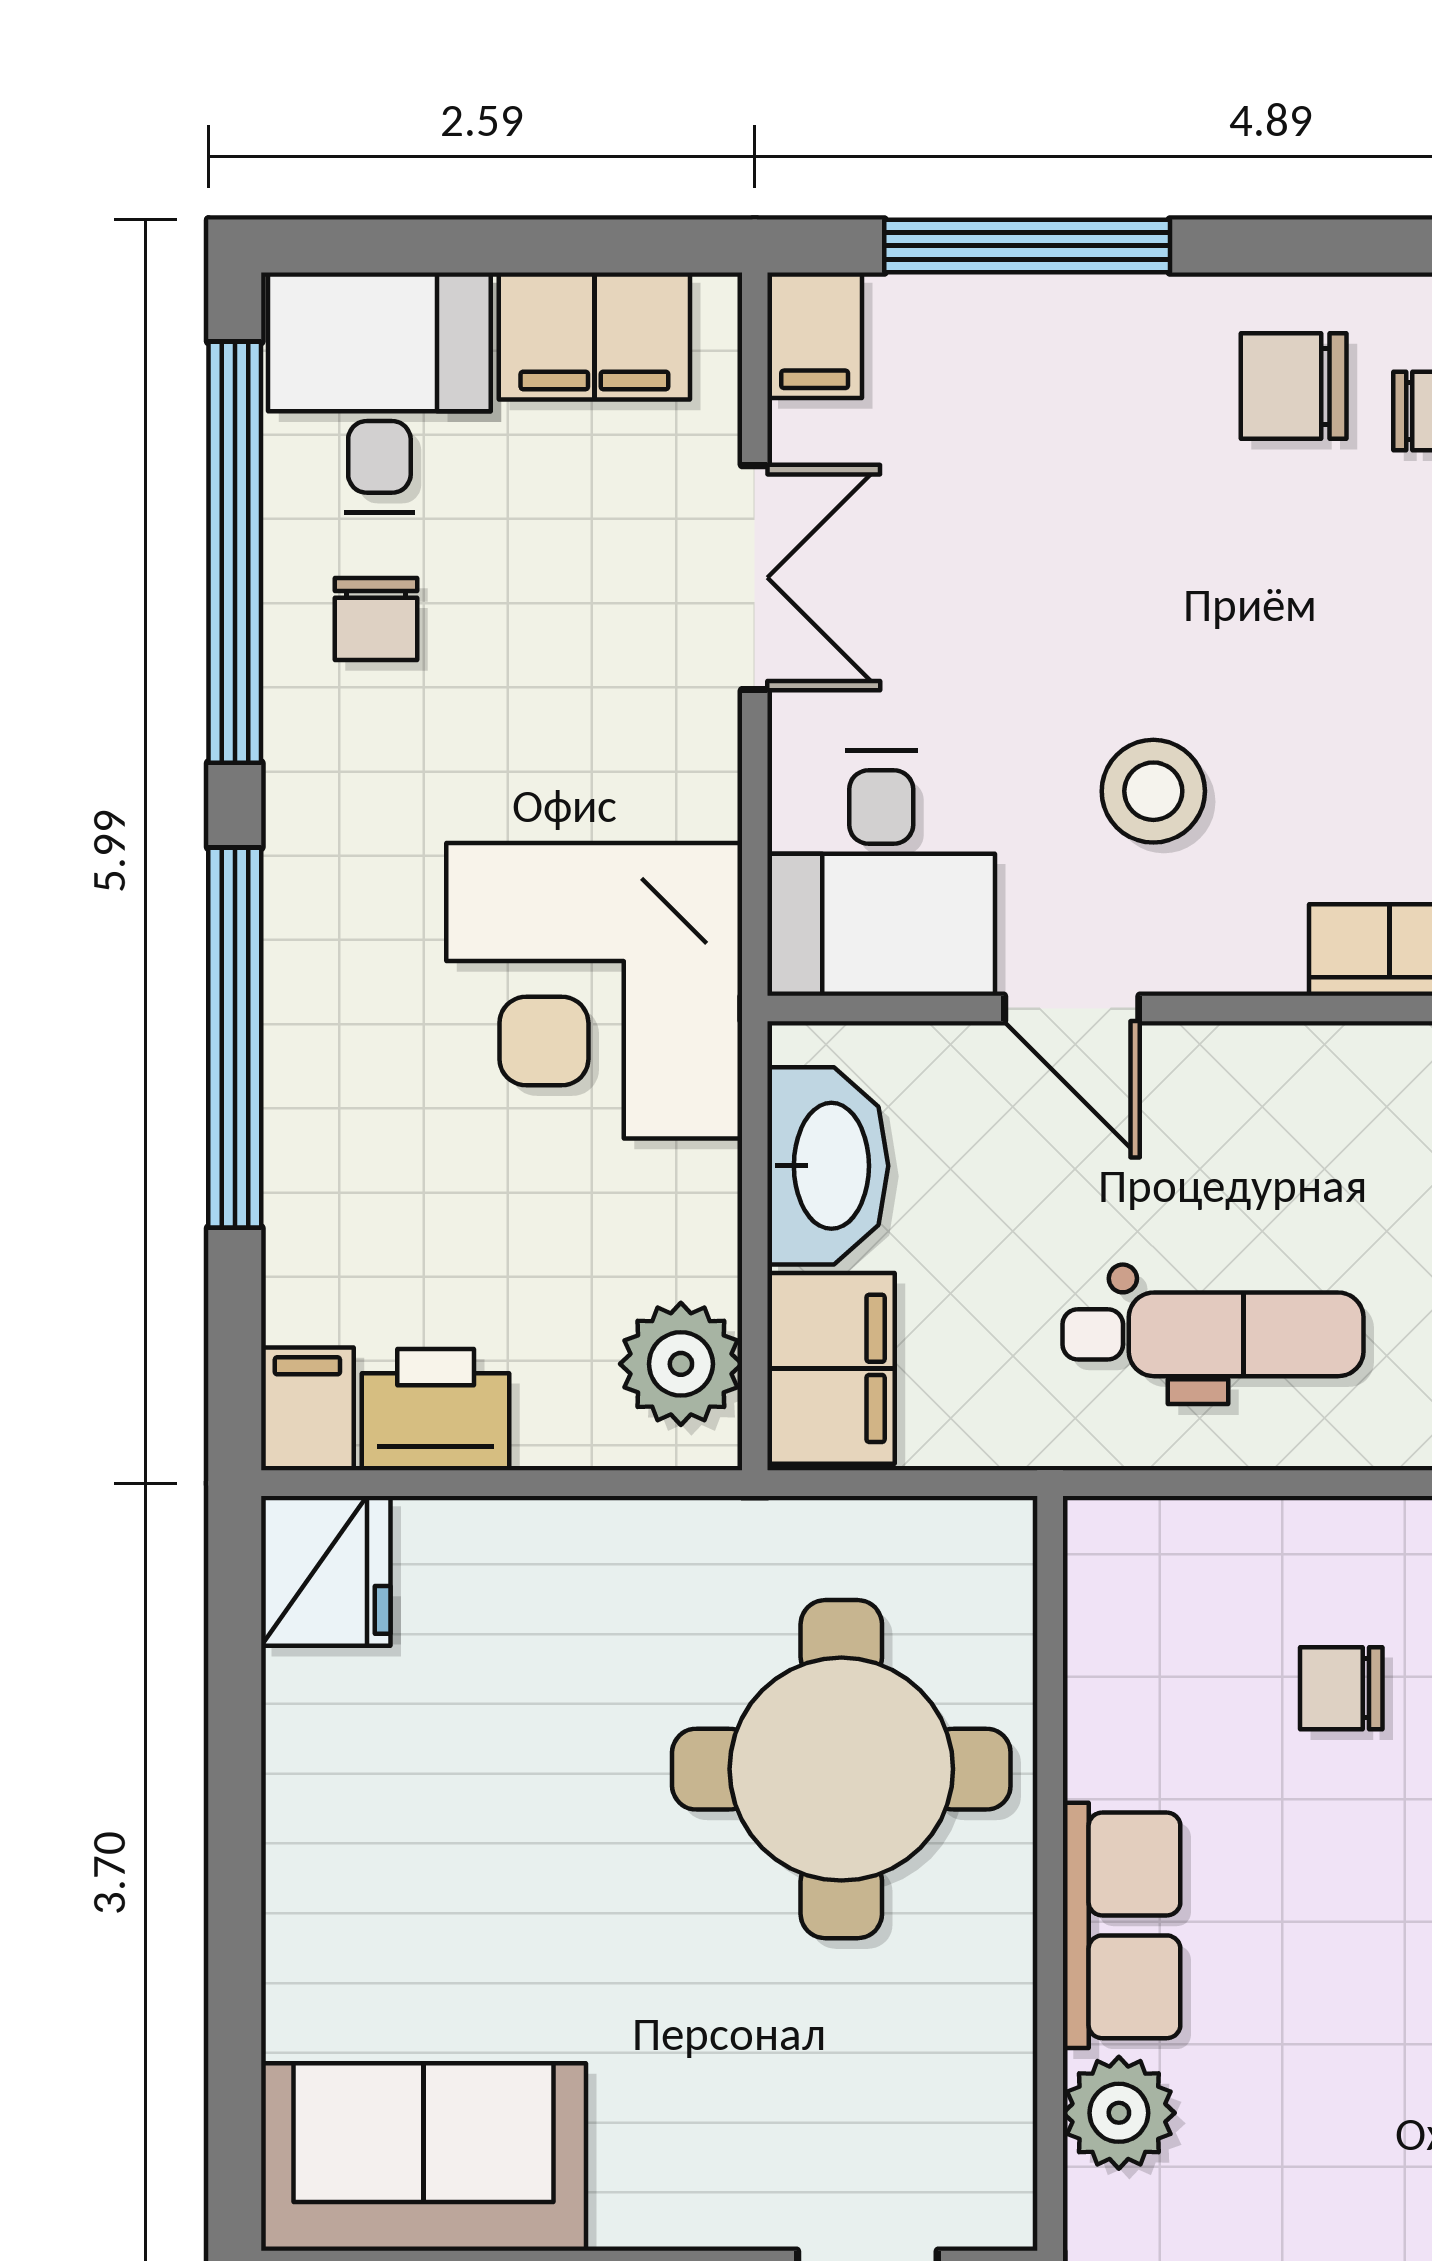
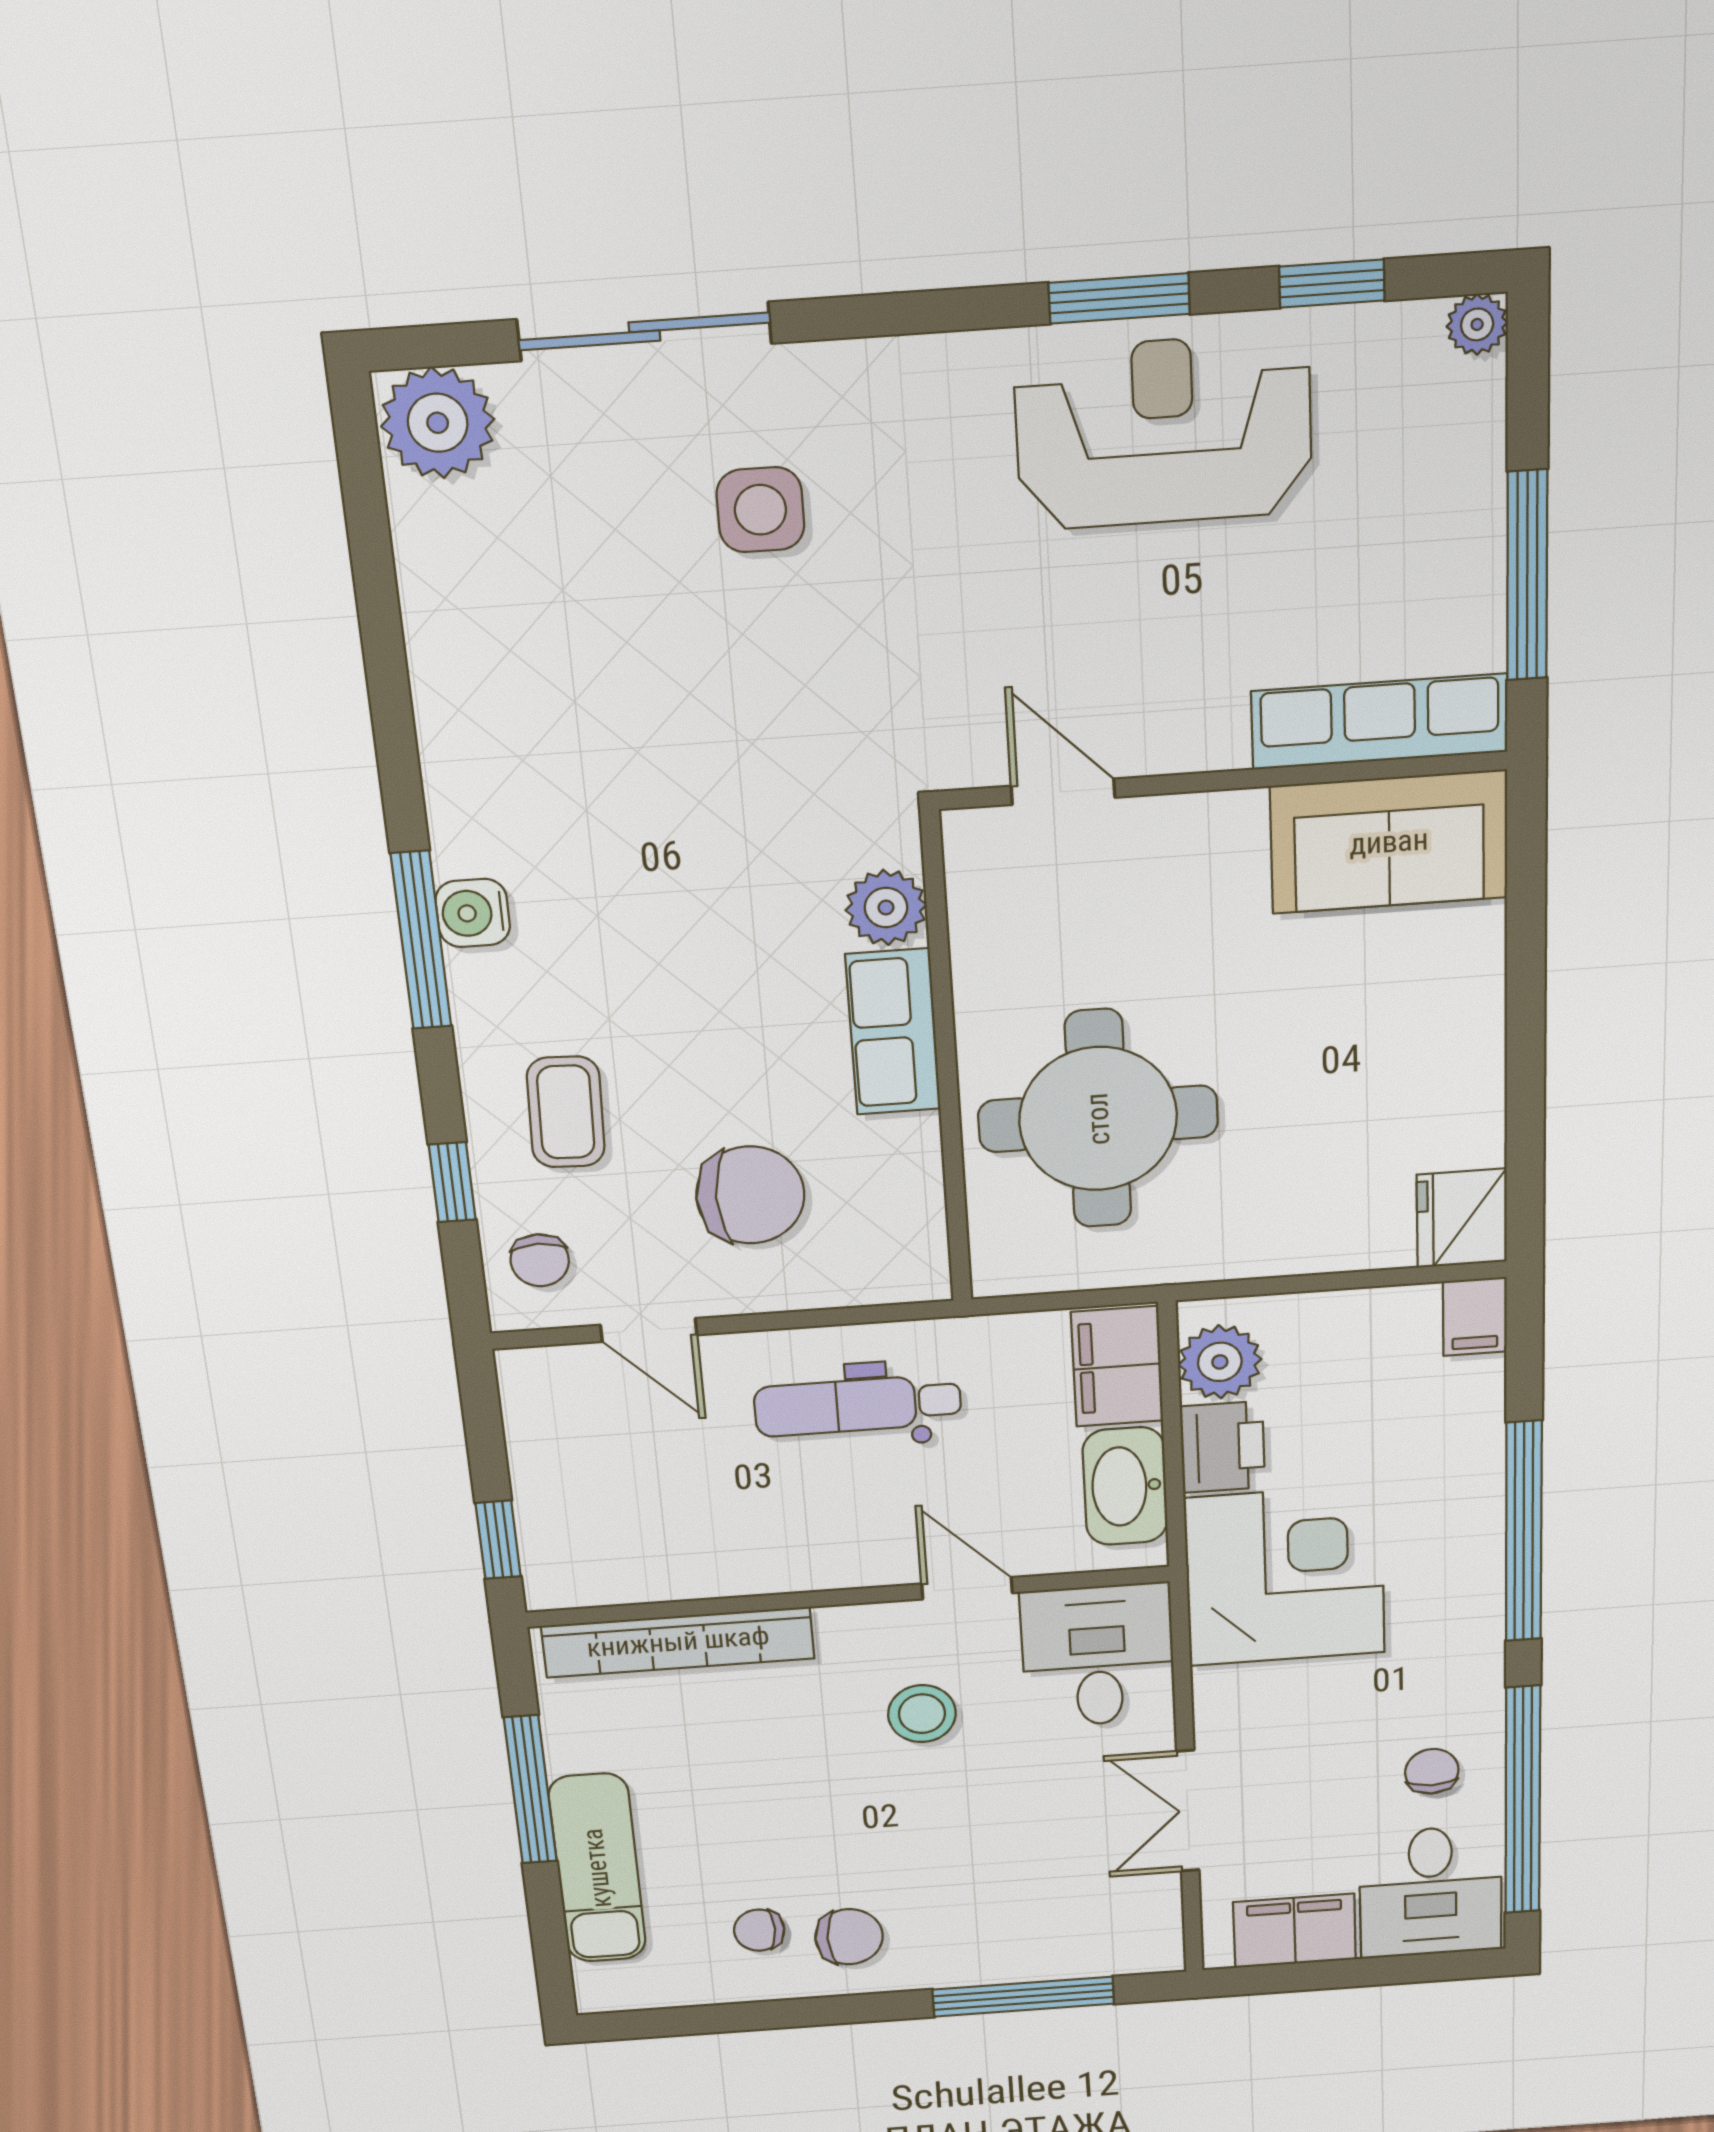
filing cabinet: (815, 335) -> (1155, 1941), removed
printer: (436, 1410) -> (1223, 1447), moved, turned -90
chair: (1341, 1688) -> (750, 1195), width x1.87, depth x1.87

